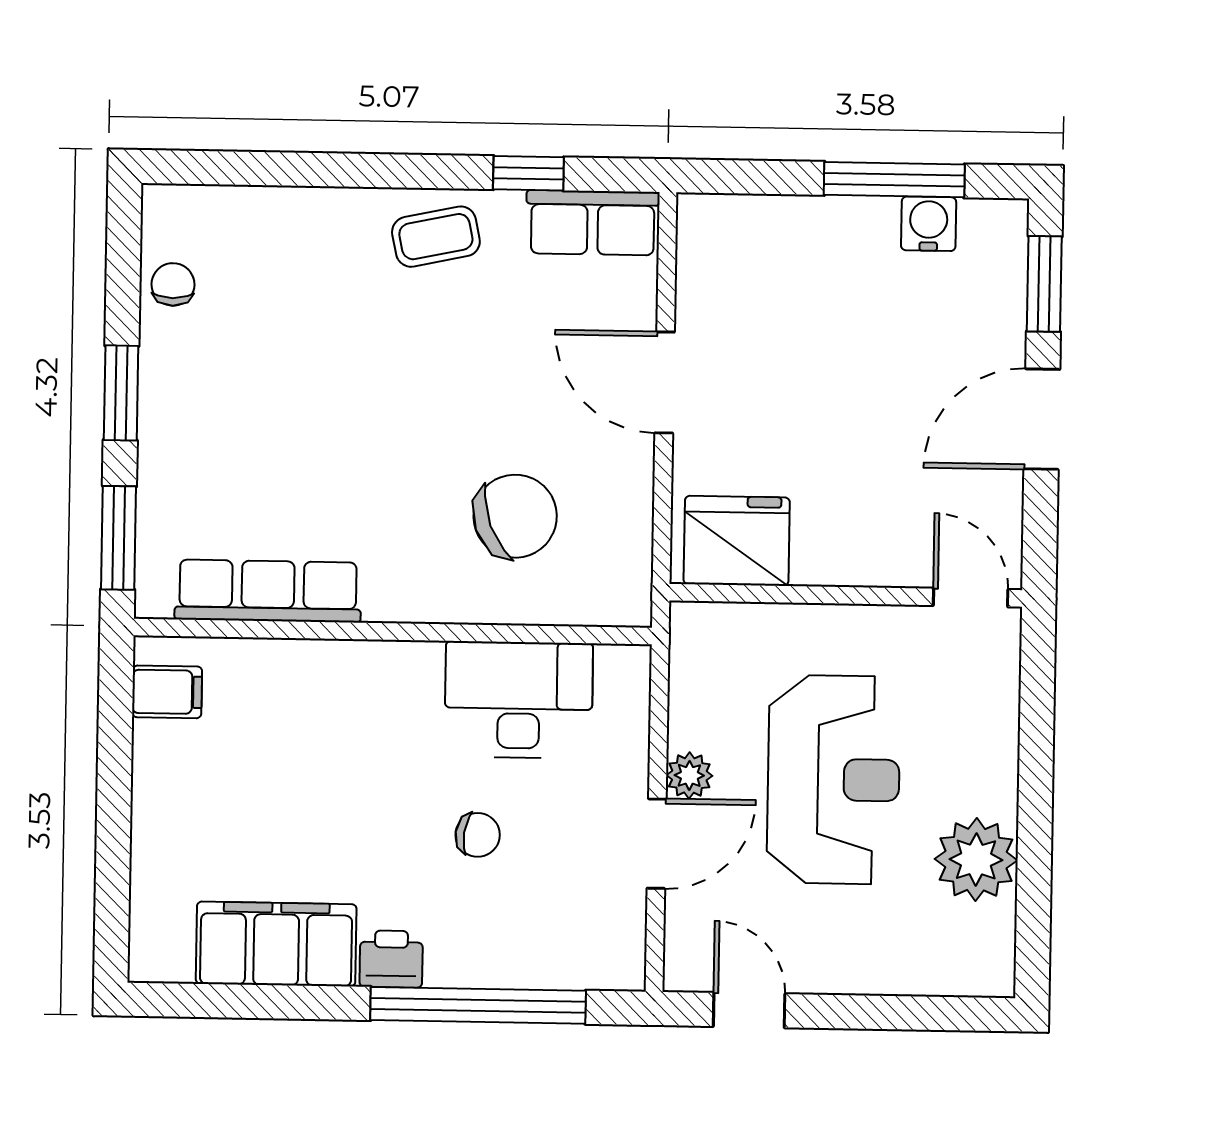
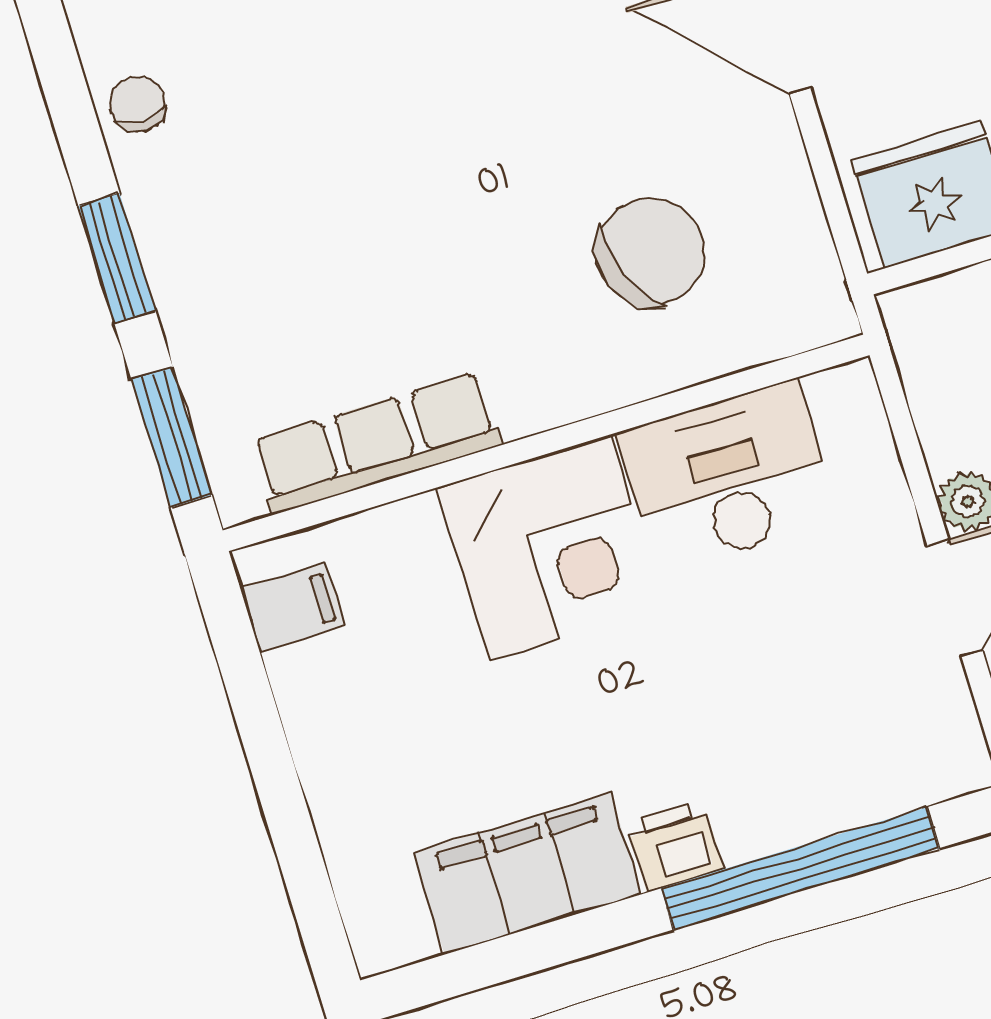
corner desk: (371, 709) -> (550, 547), added
chair: (478, 835) -> (732, 659), removed

